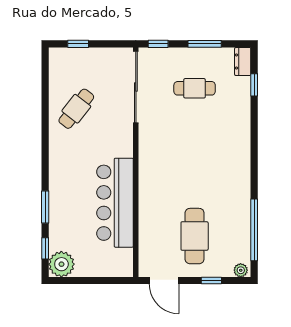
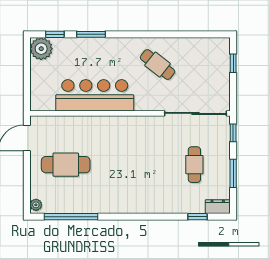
cafe table: (76, 109) -> (158, 65), moved
window: (211, 280) -> (27, 179), removed

